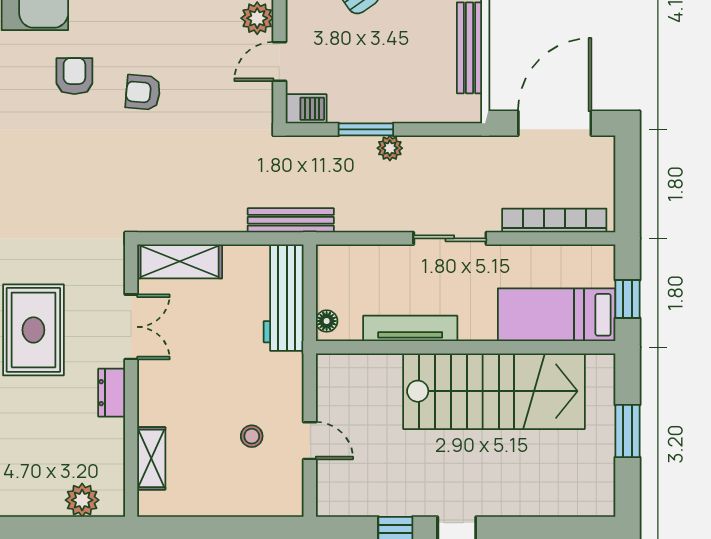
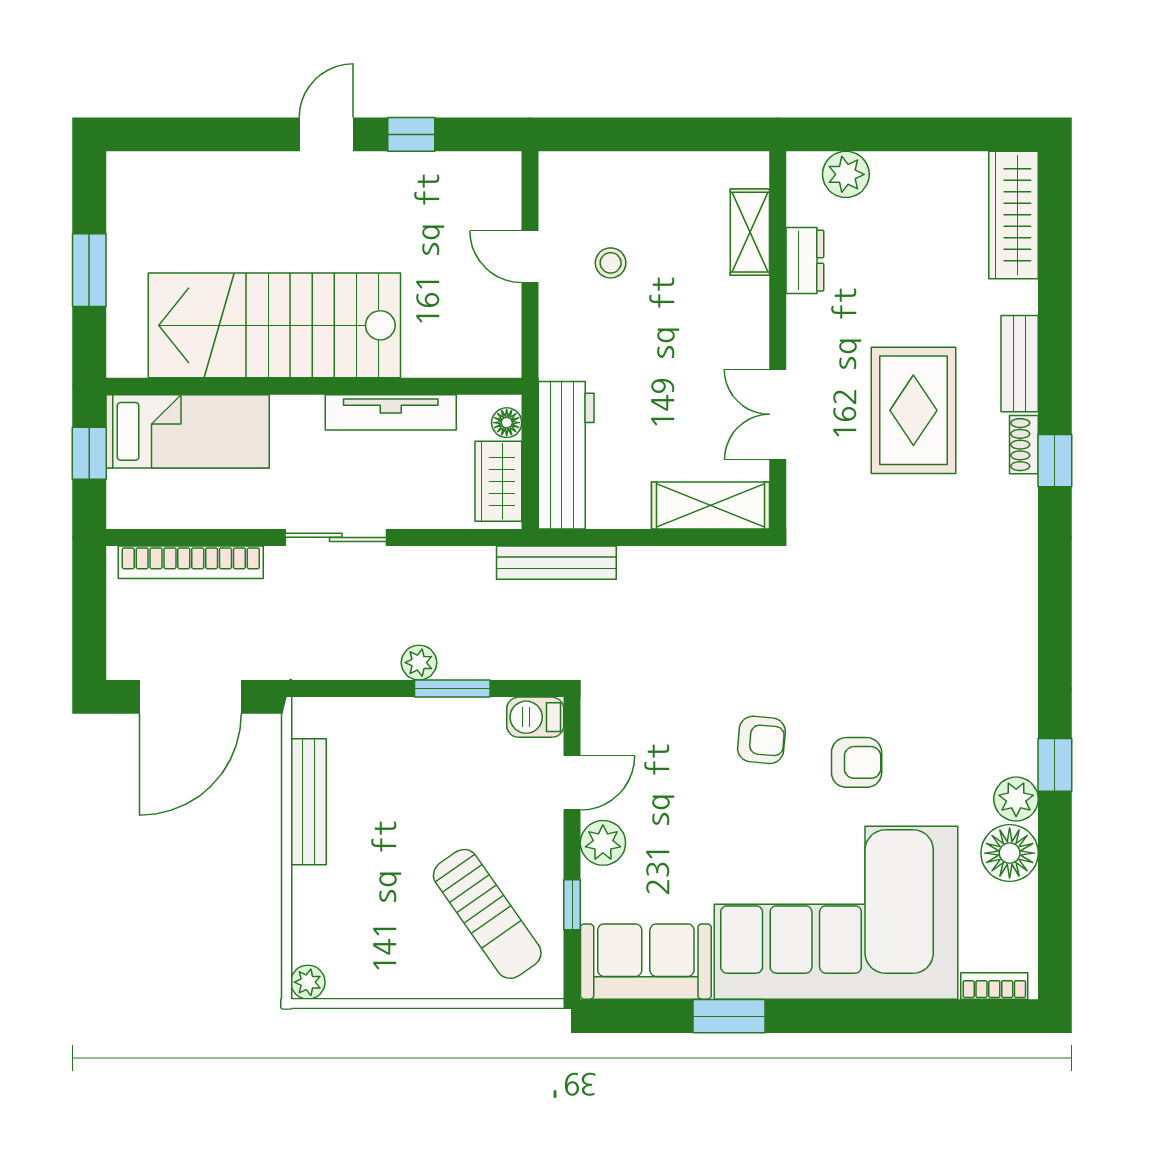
armchair: (74, 76) -> (857, 762), turned -90
wardrobe: (333, 279) -> (498, 481), added
dresser: (112, 393) -> (805, 261), moved

